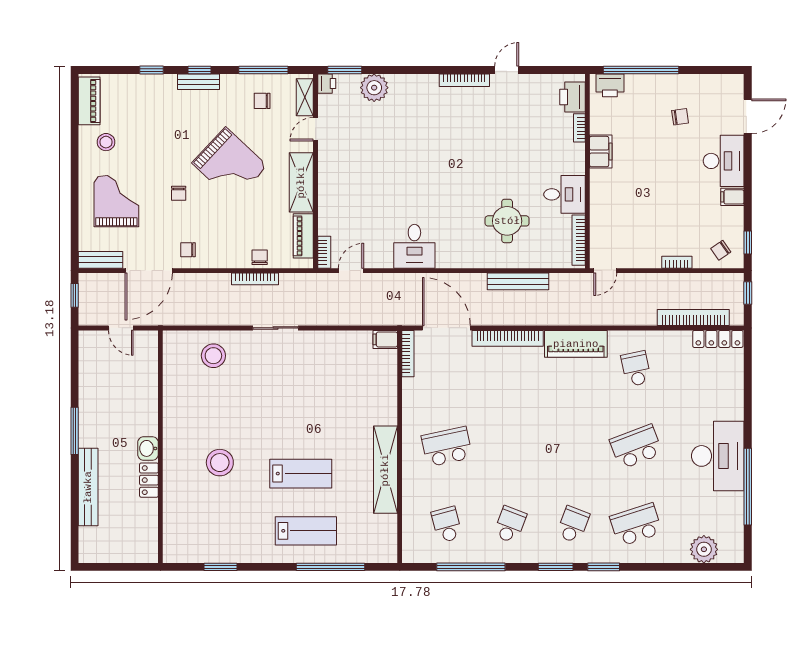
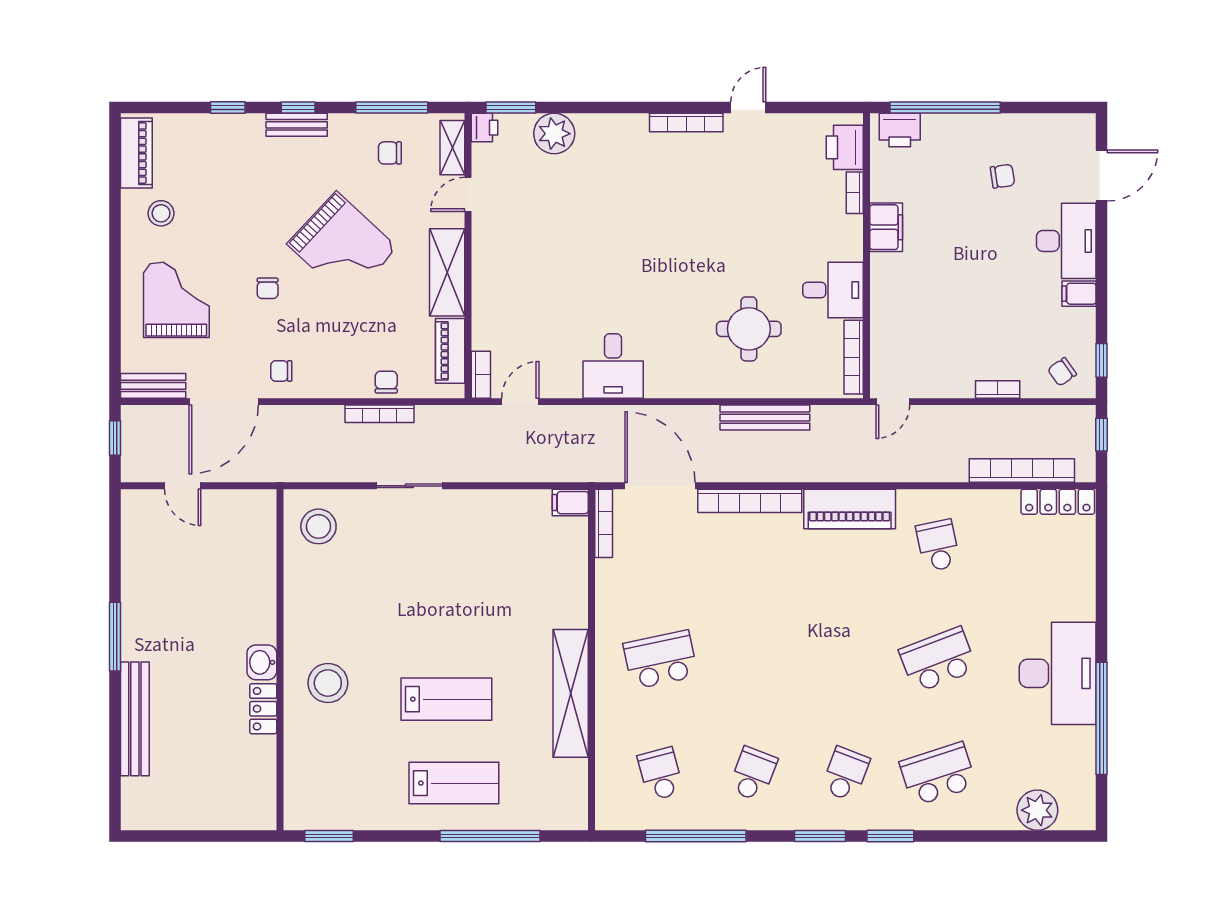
wall: (160, 447) -> (280, 660), moved
washbasin: (148, 448) -> (262, 662), moved
locker: (149, 480) -> (263, 709), moved

